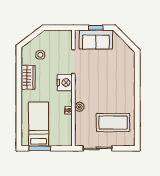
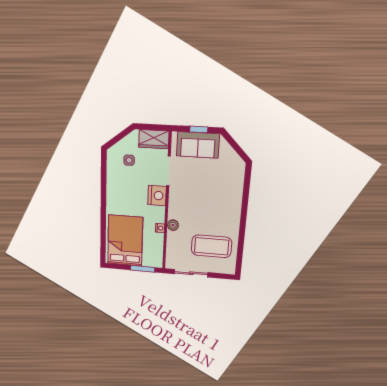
wardrobe: (28, 77) -> (154, 139), moved, turned 90
bed: (39, 124) -> (125, 241), width x1.50
window: (40, 148) -> (142, 269), moved

